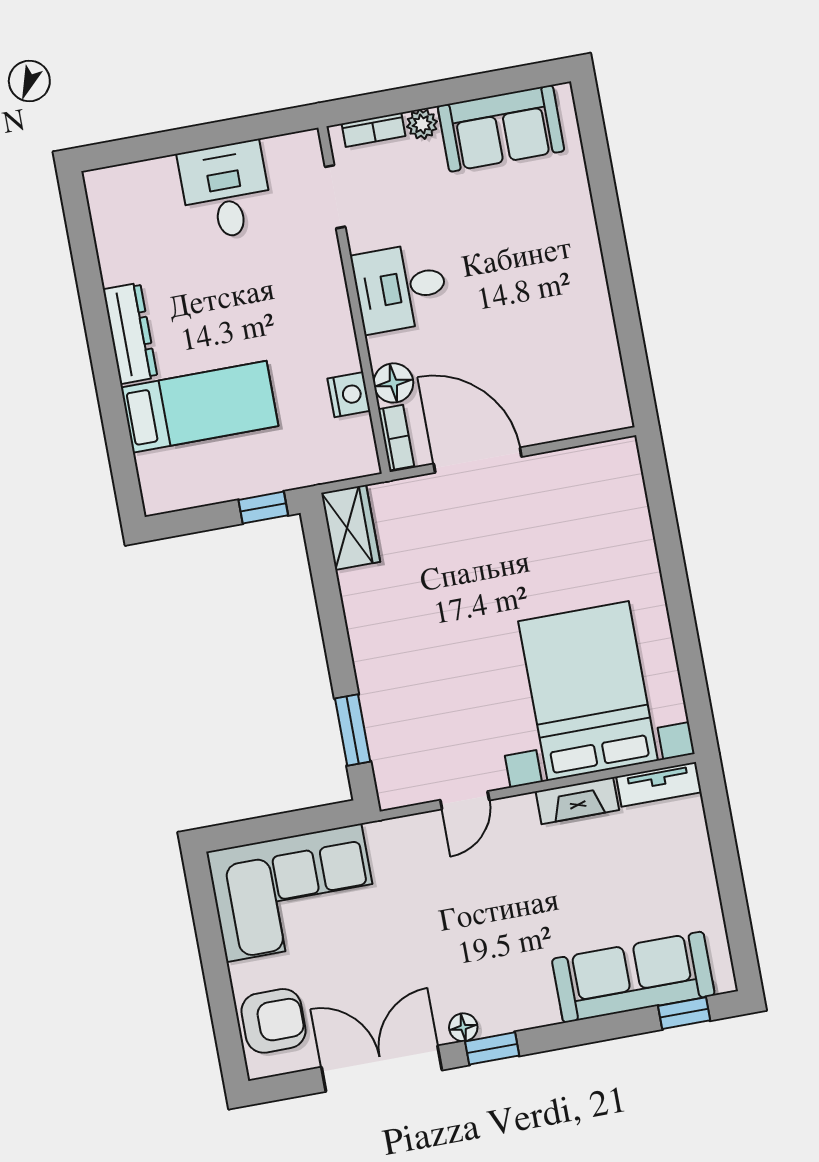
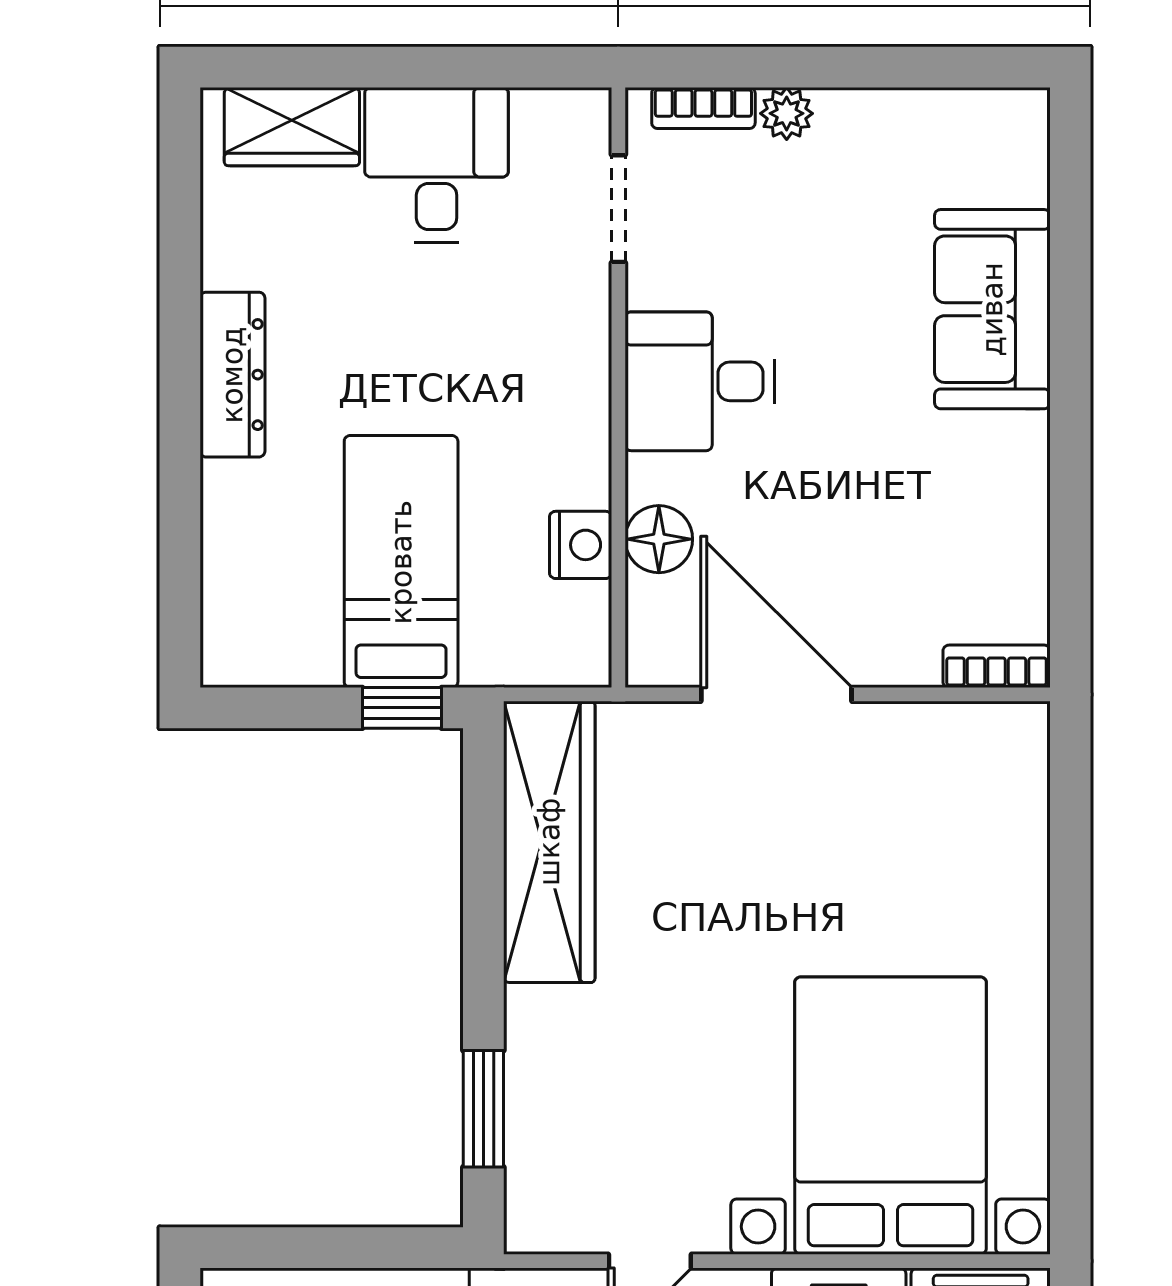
sofa: (501, 128) -> (992, 309), moved, turned 90
wardrobe: (138, 184) -> (292, 127), added
bed: (200, 407) -> (401, 562), moved, turned -90
bookcase: (396, 438) -> (997, 666), moved, turned -90
wardrobe: (351, 527) -> (549, 842), width x2.10, depth x1.17

